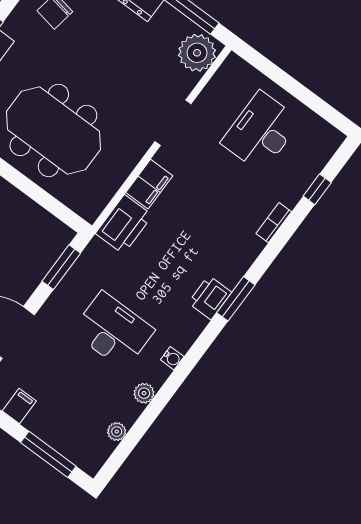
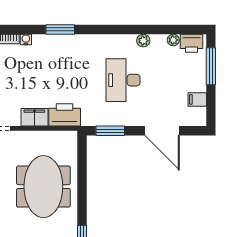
printer: (210, 298) -> (192, 43), moved
water cooler: (172, 358) -> (26, 39), moved

